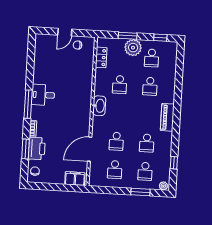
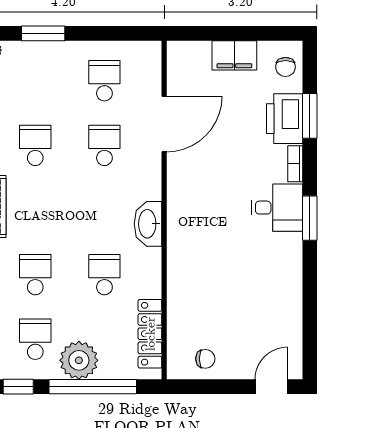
door: (65, 32) -> (271, 387), moved
window: (128, 36) -> (93, 387), width x2.11
locker: (101, 57) -> (150, 334), width x1.53
desk: (43, 95) -> (277, 208), moved
window: (28, 104) -> (310, 218), width x0.69
school desk: (145, 171) -> (35, 81), removed
filing cabinet: (75, 179) -> (234, 55), moved

